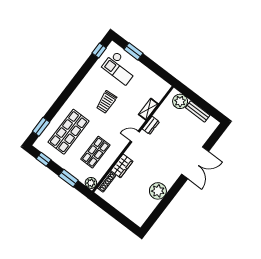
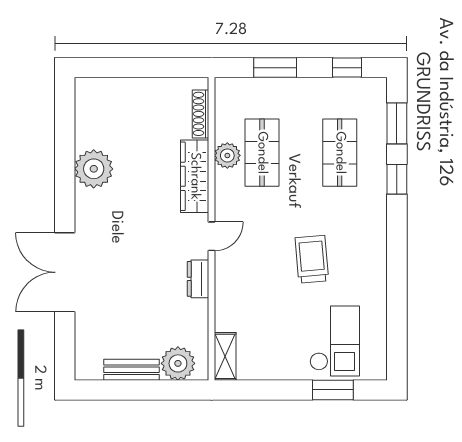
window: (99, 50) -> (397, 179), moved
checkout: (120, 68) -> (335, 341), turned 90
shelving: (148, 109) -> (225, 356), moved
shop shelf: (69, 132) -> (340, 153), width x0.70, depth x0.74
wardrobe: (122, 166) -> (195, 176), width x1.50
plant: (91, 183) -> (227, 155), moved

